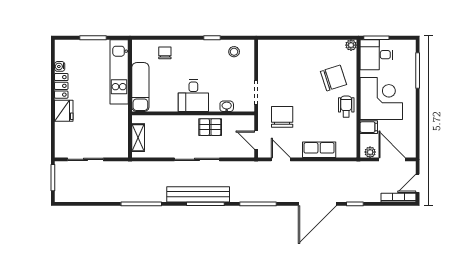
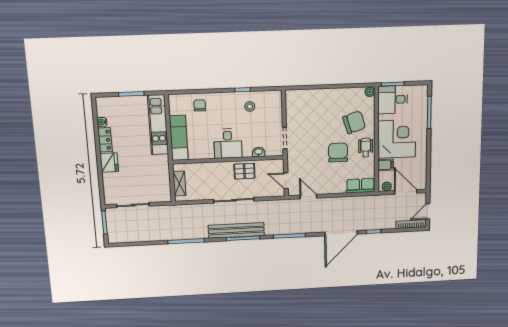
stool: (234, 52) -> (250, 106), moved
chair: (282, 117) -> (338, 153), moved
row of seats: (319, 150) -> (361, 186), moved

